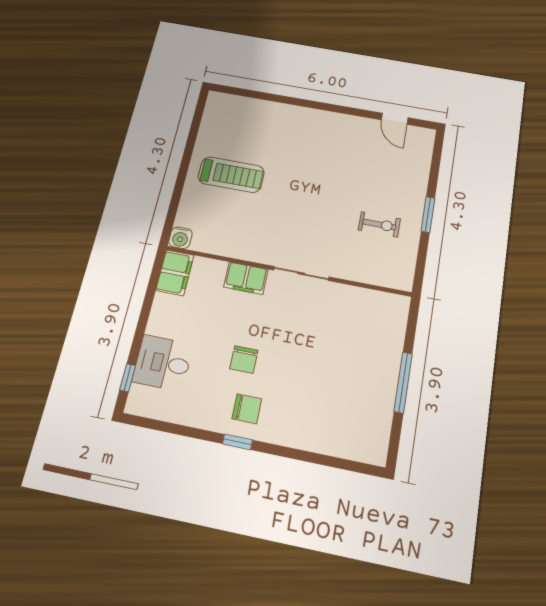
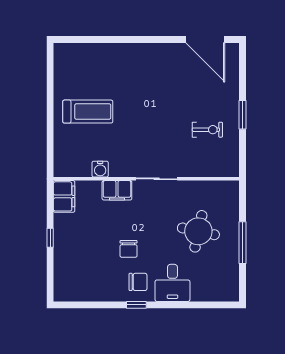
door: (395, 119) -> (205, 39), width x1.87
water cooler: (180, 238) -> (100, 169), moved
round table: (344, 354) -> (198, 231), added
desk: (163, 363) -> (172, 283), moved, turned -90
window: (128, 378) -> (50, 238), moved

